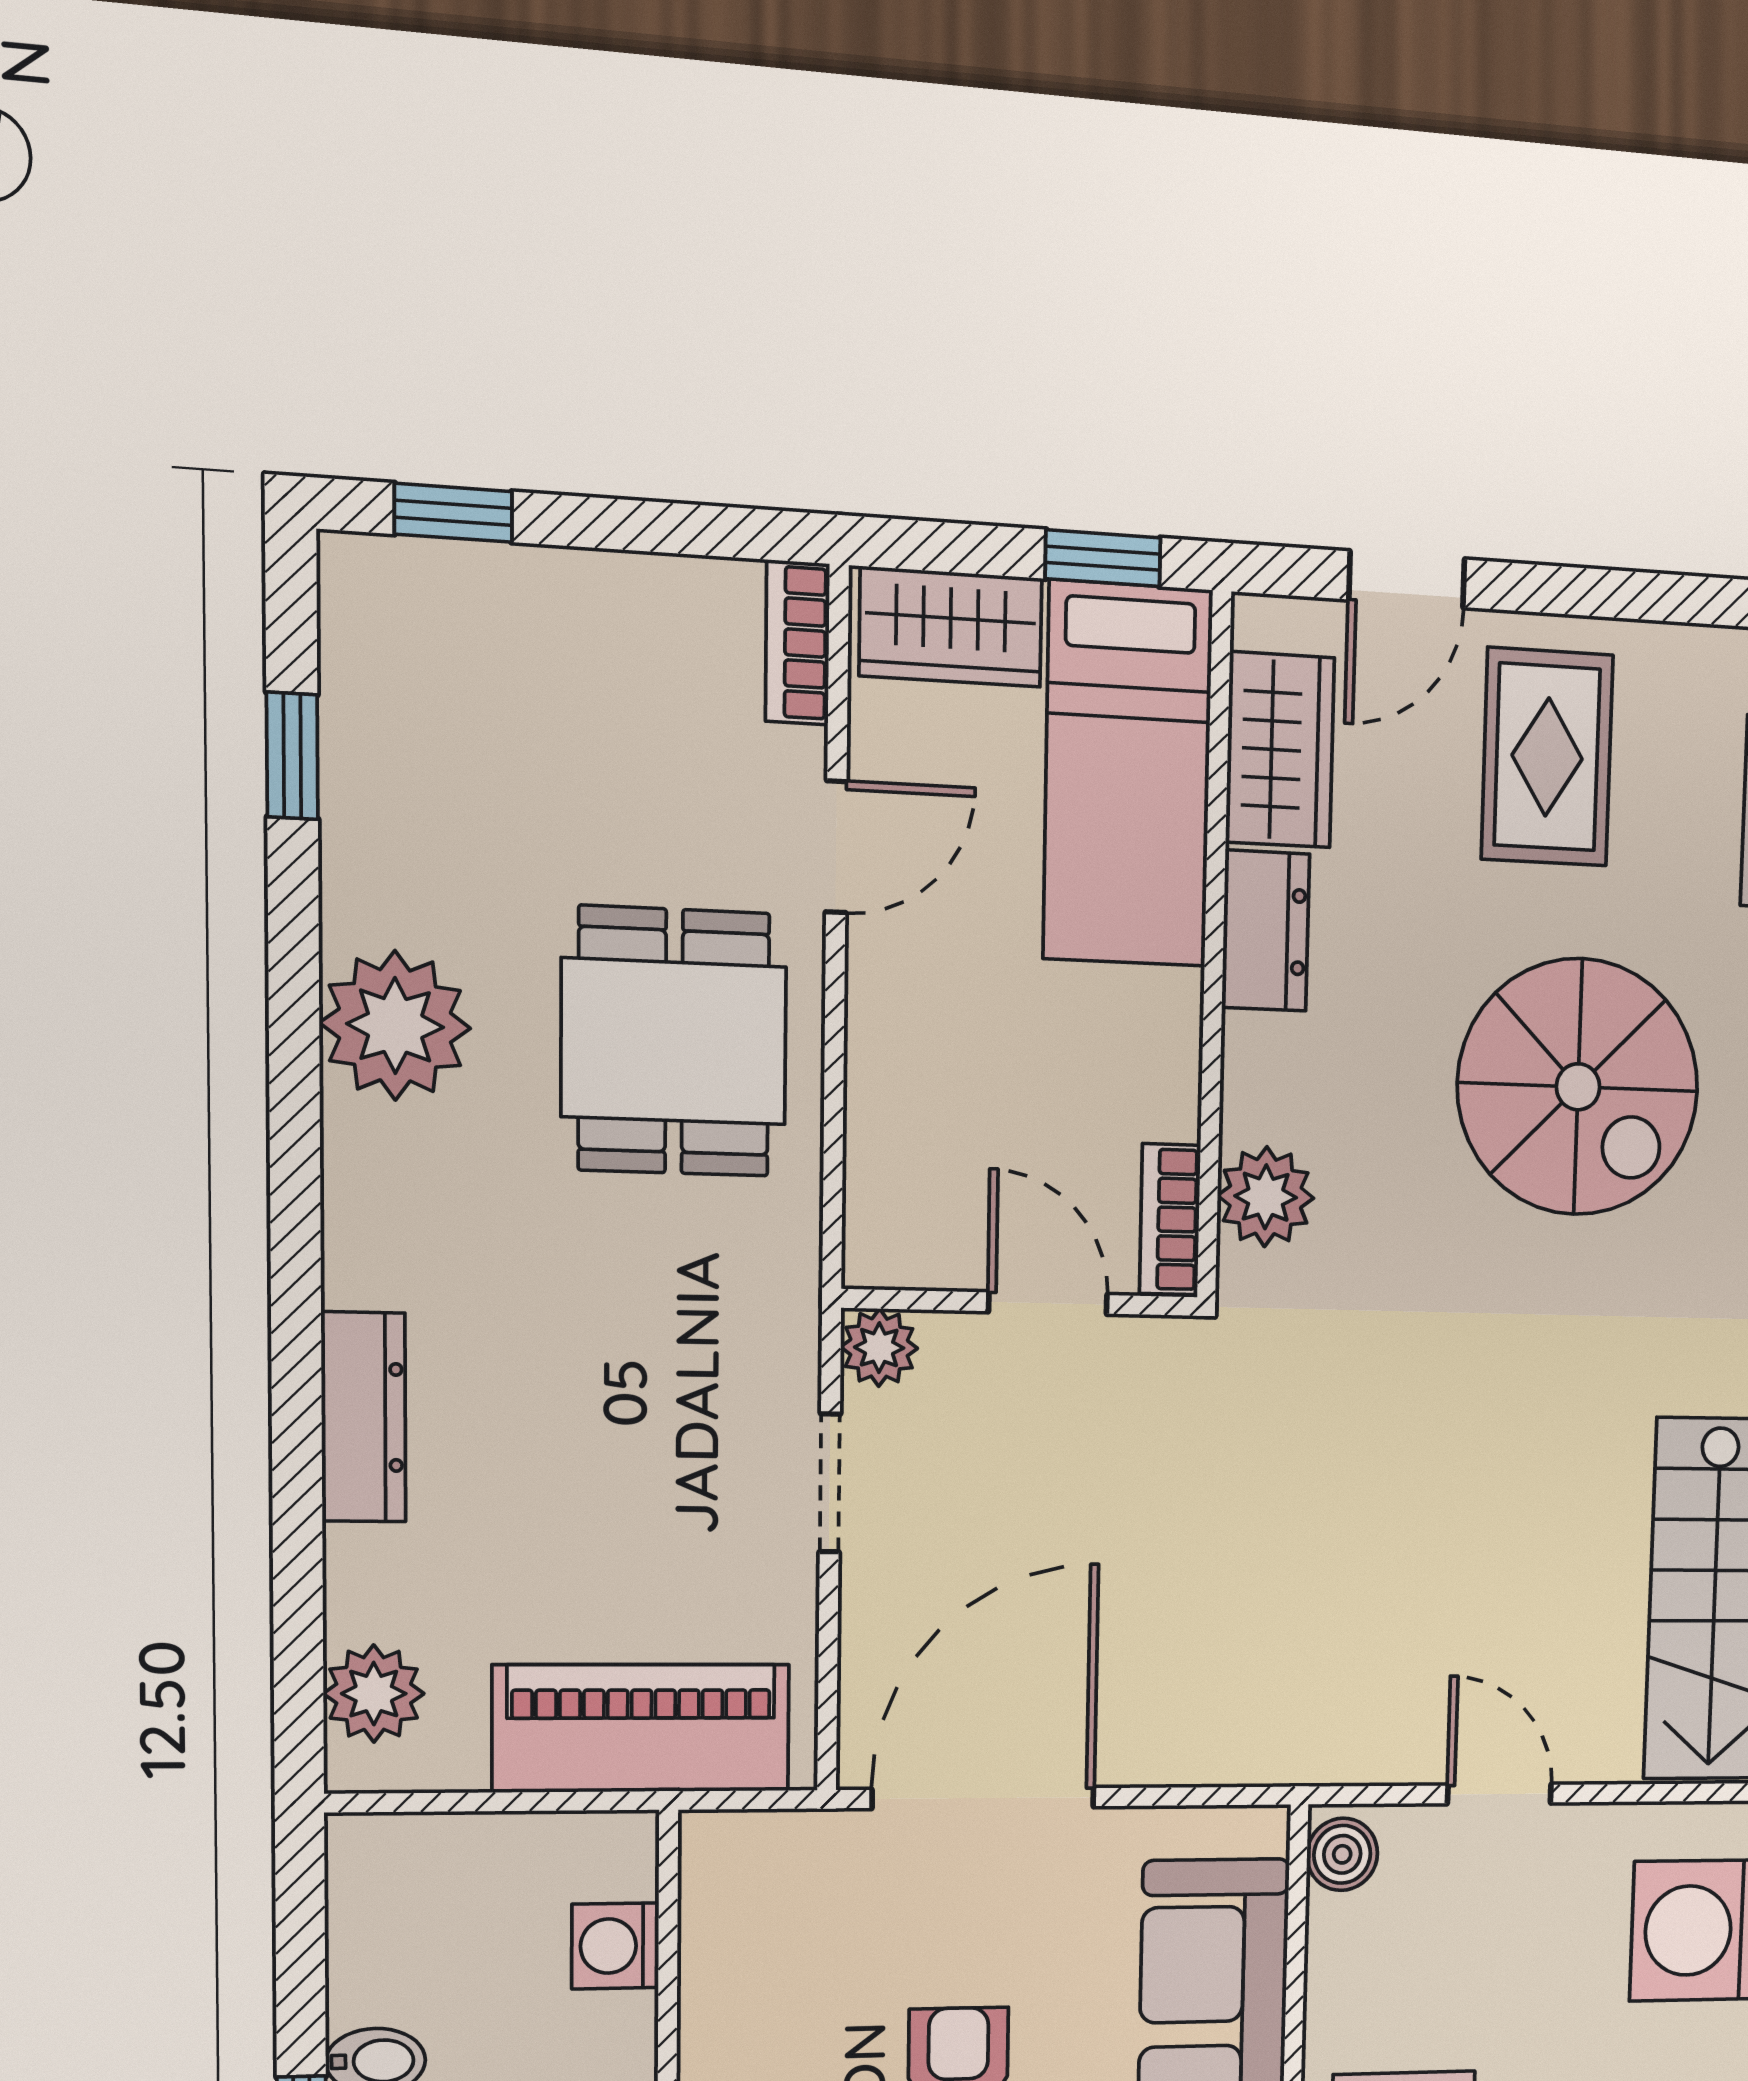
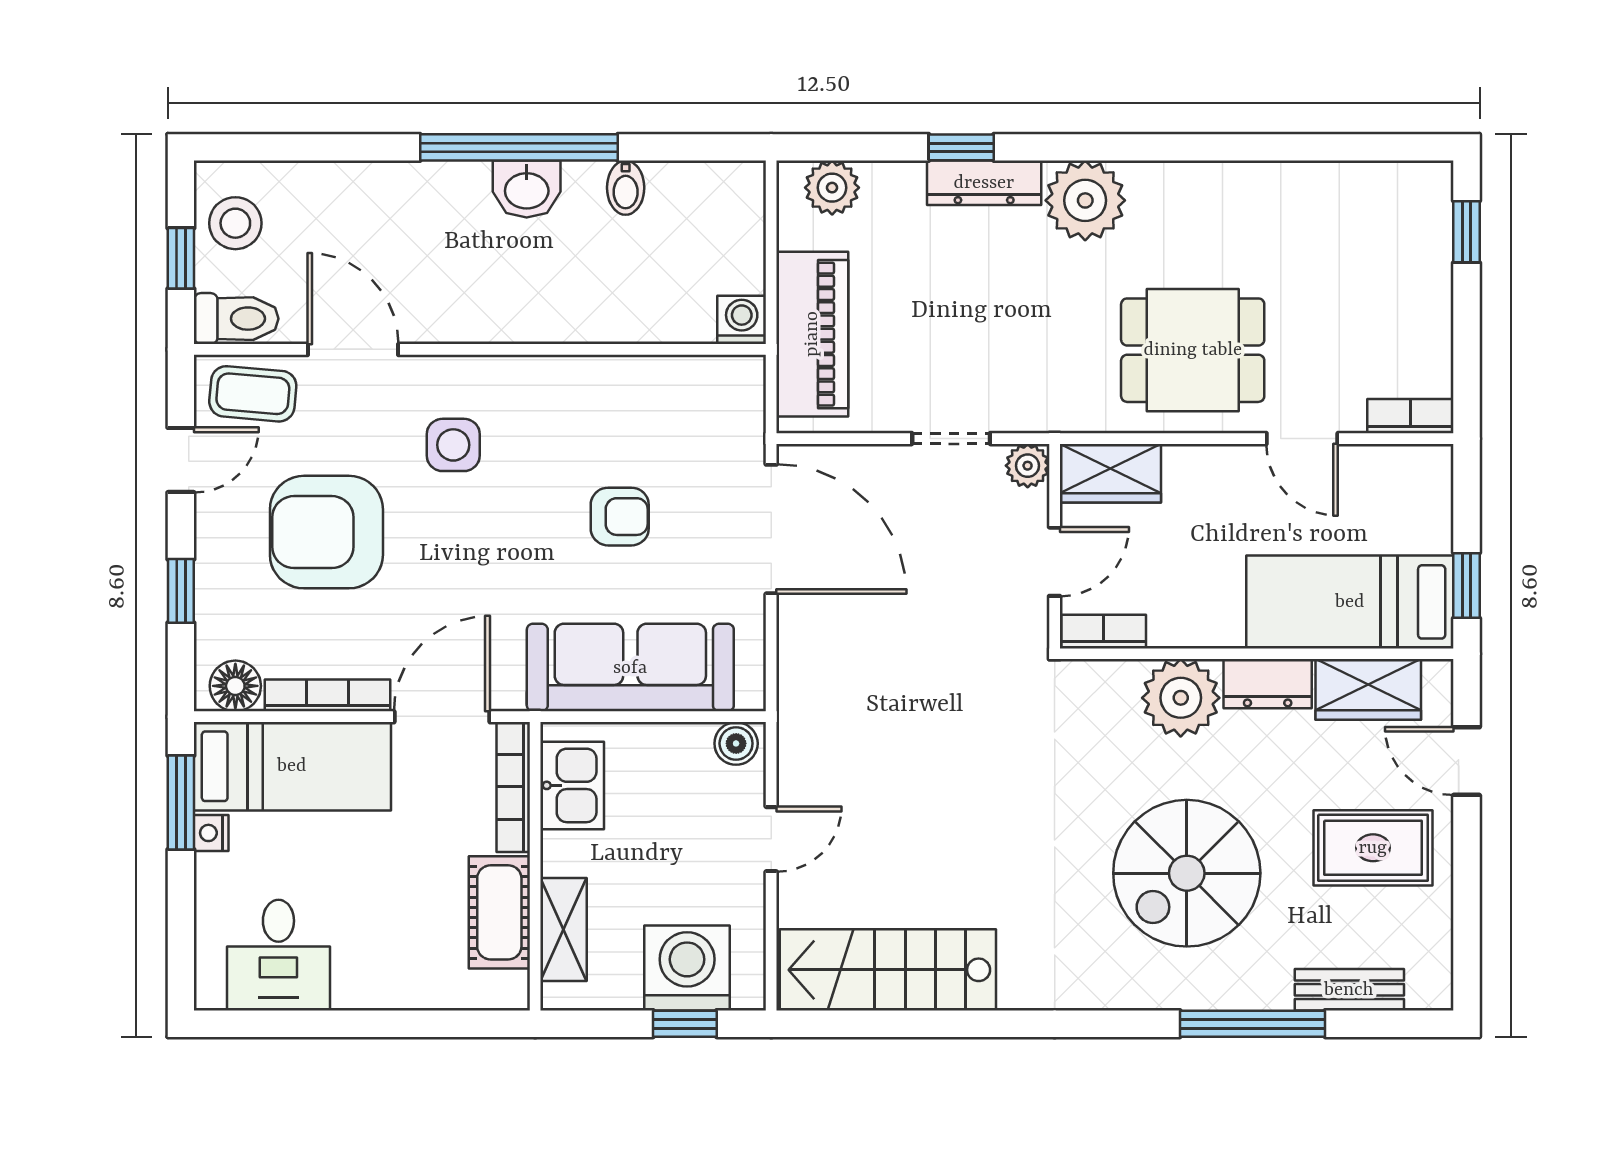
wardrobe: (951, 627) -> (1110, 473), moved, turned -90
window: (292, 756) -> (961, 147), moved
plant: (395, 1025) -> (1085, 200), moved
plant: (1266, 1197) -> (1181, 698), moved, width x1.36, depth x1.36
washing machine: (615, 1946) -> (742, 320), moved

